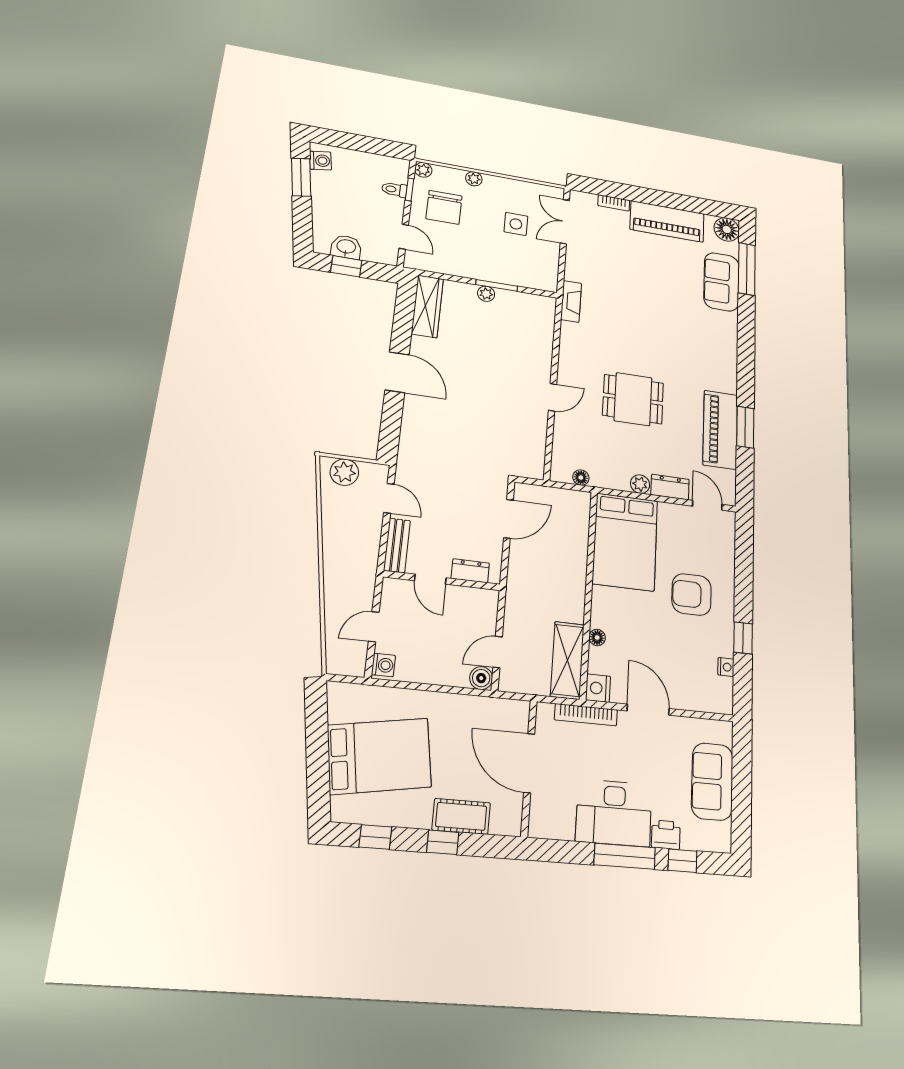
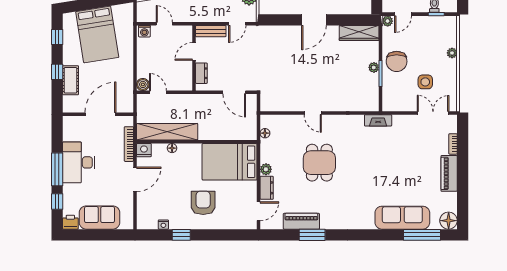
plant: (423, 170) -> (388, 21), moved
chair: (444, 207) -> (397, 61), moved, turned -90
piano: (667, 221) -> (449, 173), width x0.73, depth x0.75
sofa: (721, 282) -> (402, 218), width x1.36
piano: (720, 430) -> (301, 221), width x0.73, depth x0.75
shelving: (567, 660) -> (167, 132), width x1.47
printer: (666, 835) -> (70, 222), moved, turned -90

